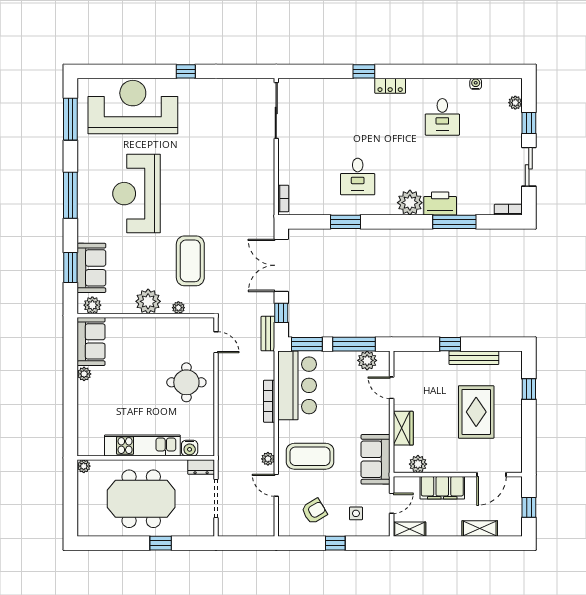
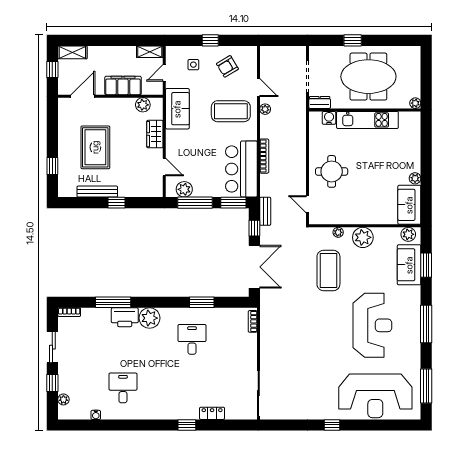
locker: (390, 86) -> (212, 413), moved
shelving: (480, 529) -> (72, 52), moved

